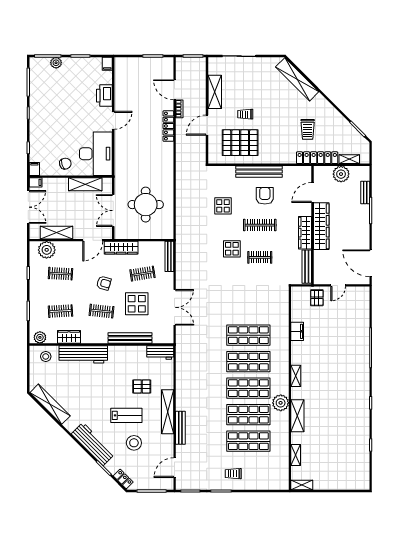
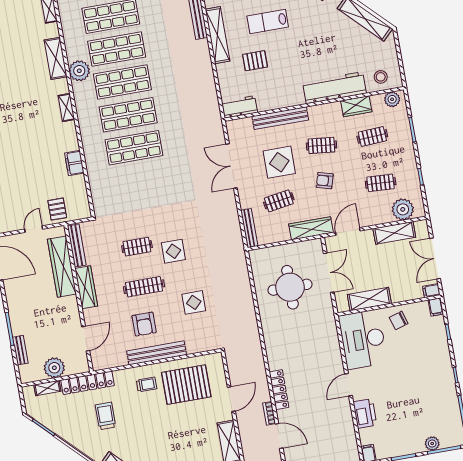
trolley: (245, 114) -> (147, 384), moved
wardrobe: (321, 226) -> (62, 267), moved

